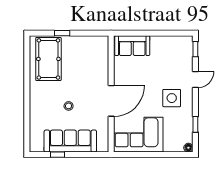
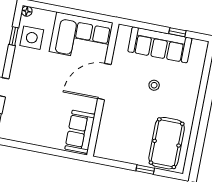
sofa: (132, 46) -> (80, 132), moved, turned -90
side table: (172, 98) -> (32, 38), moved

